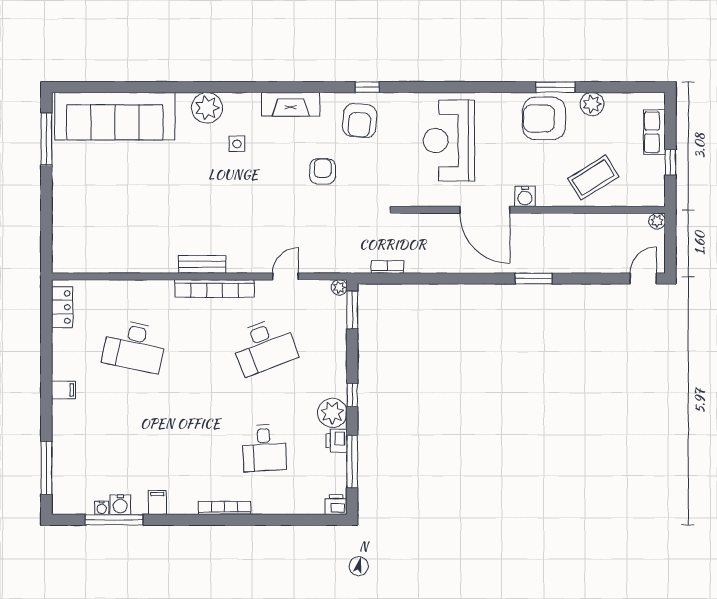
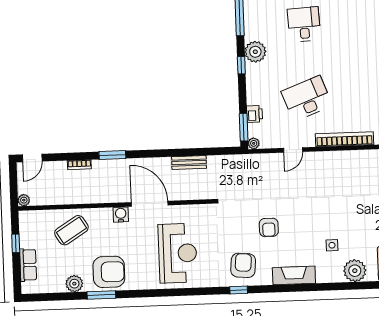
bench: (202, 264) -> (189, 163), moved
bookcase: (388, 267) -> (79, 165), moved
printer: (337, 441) -> (255, 114), moved

